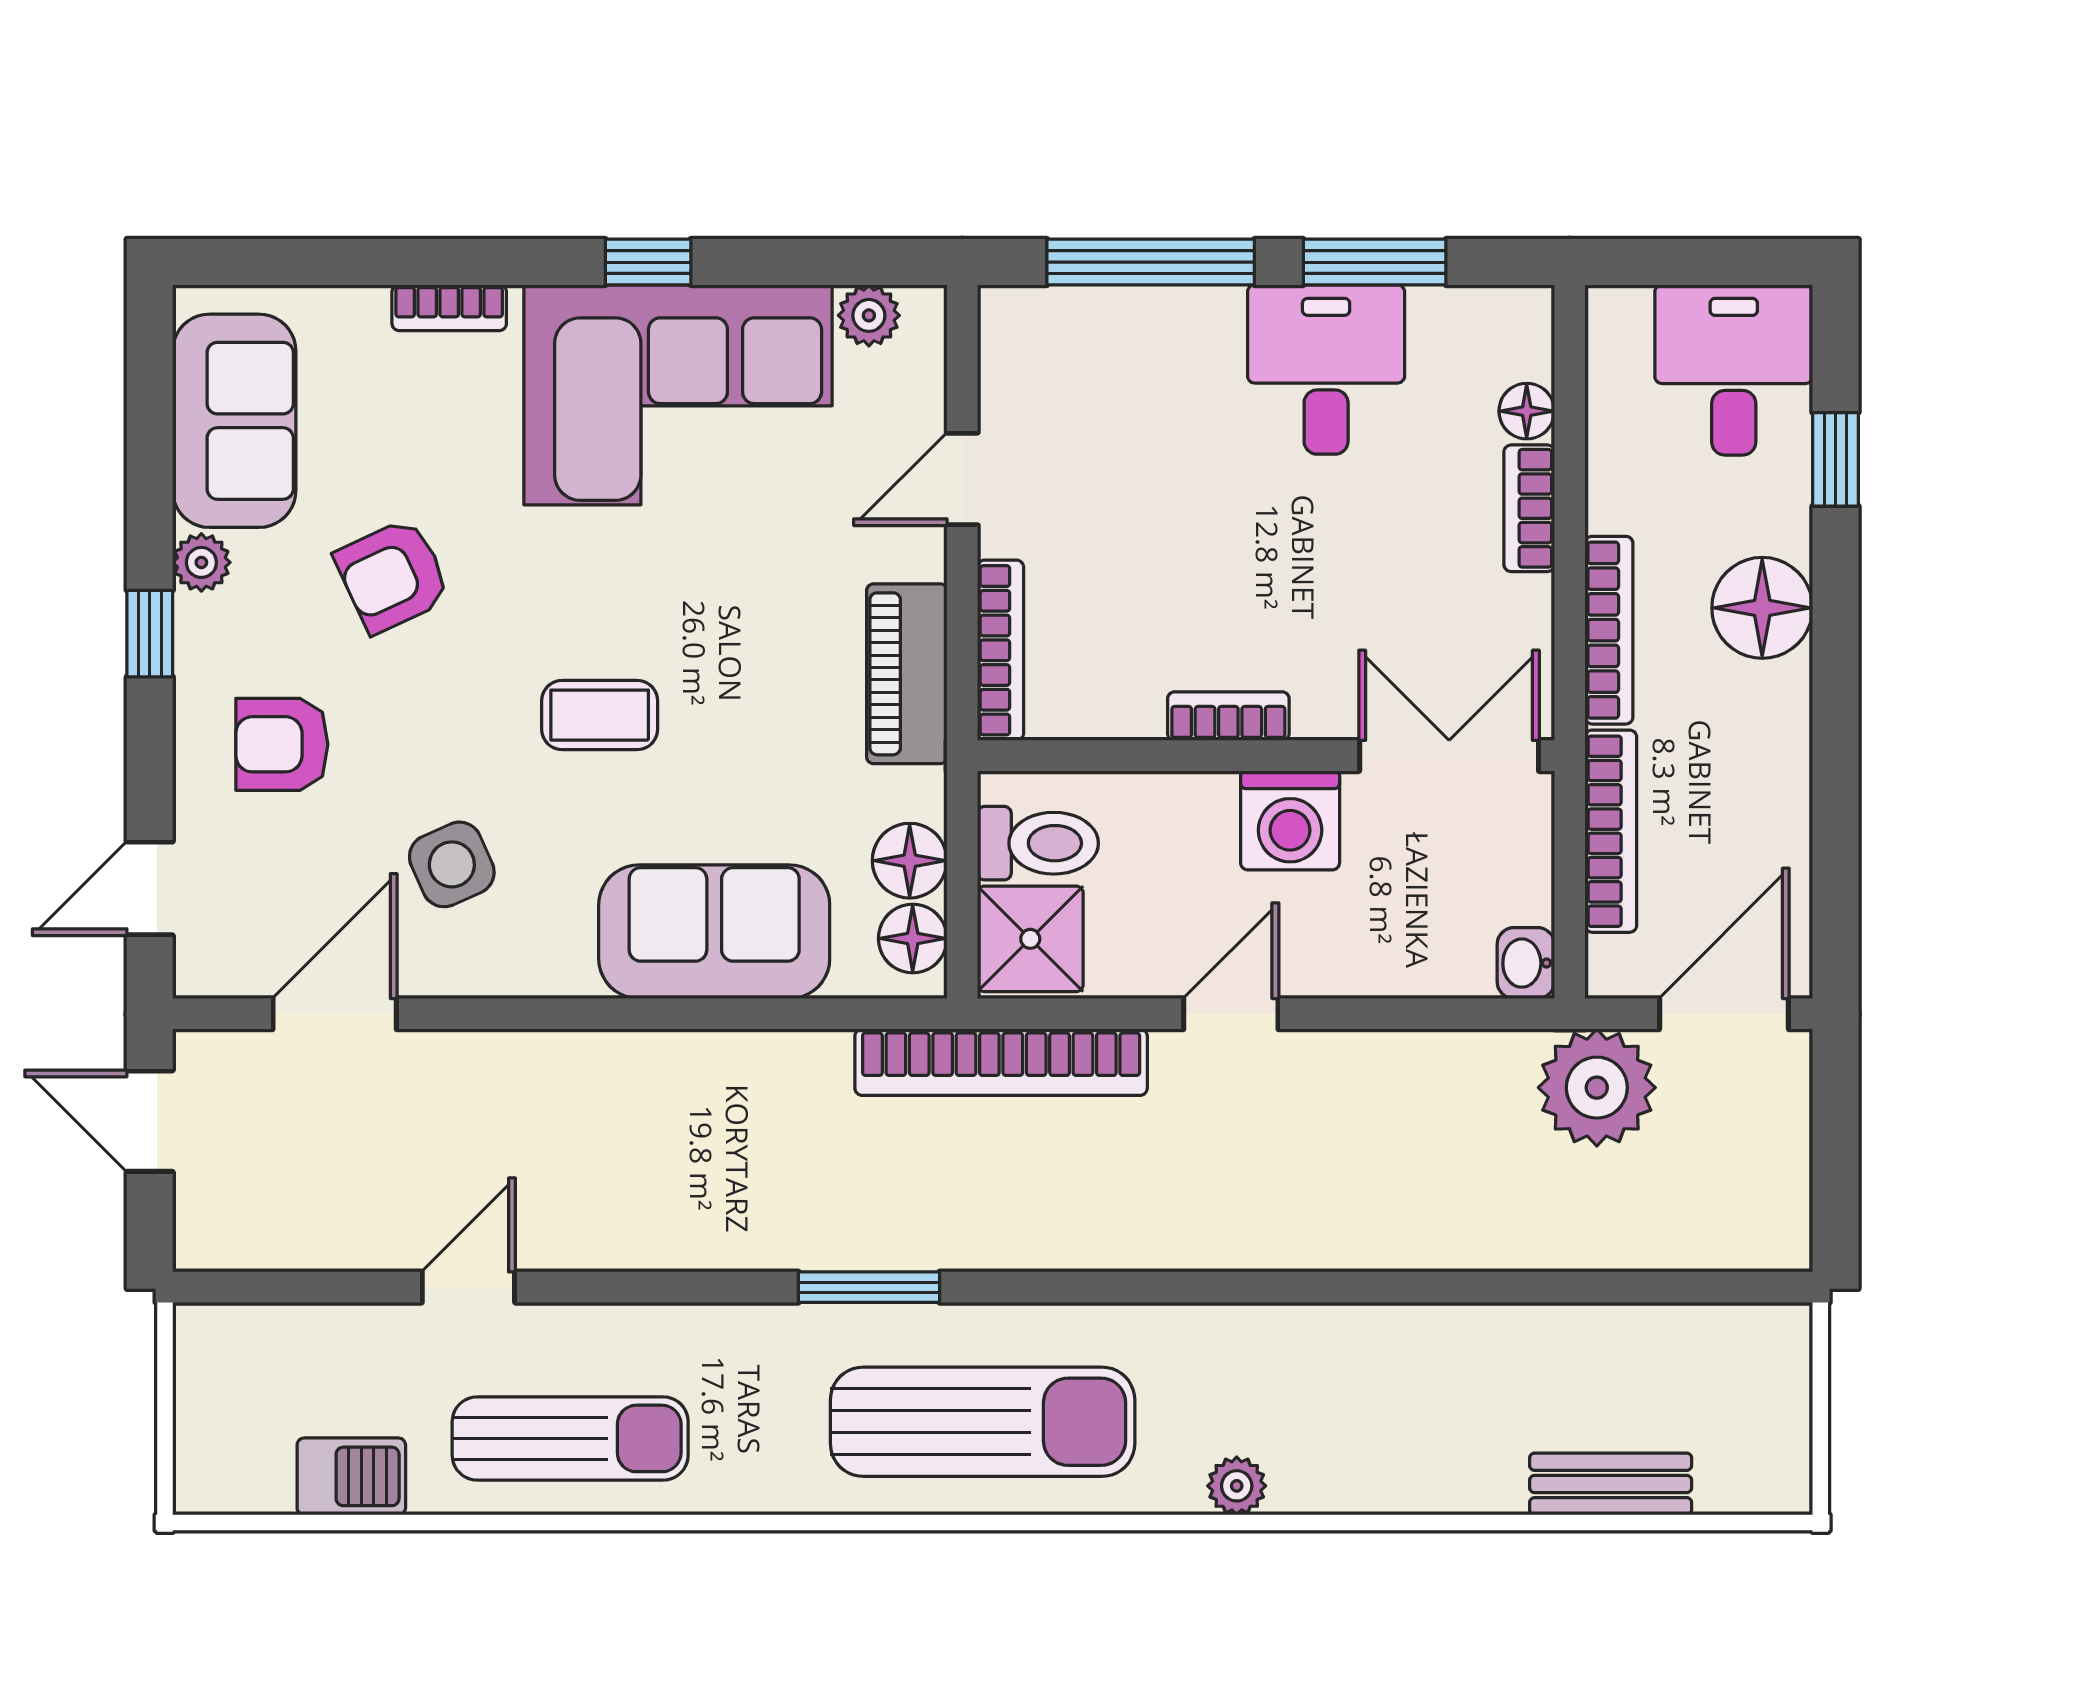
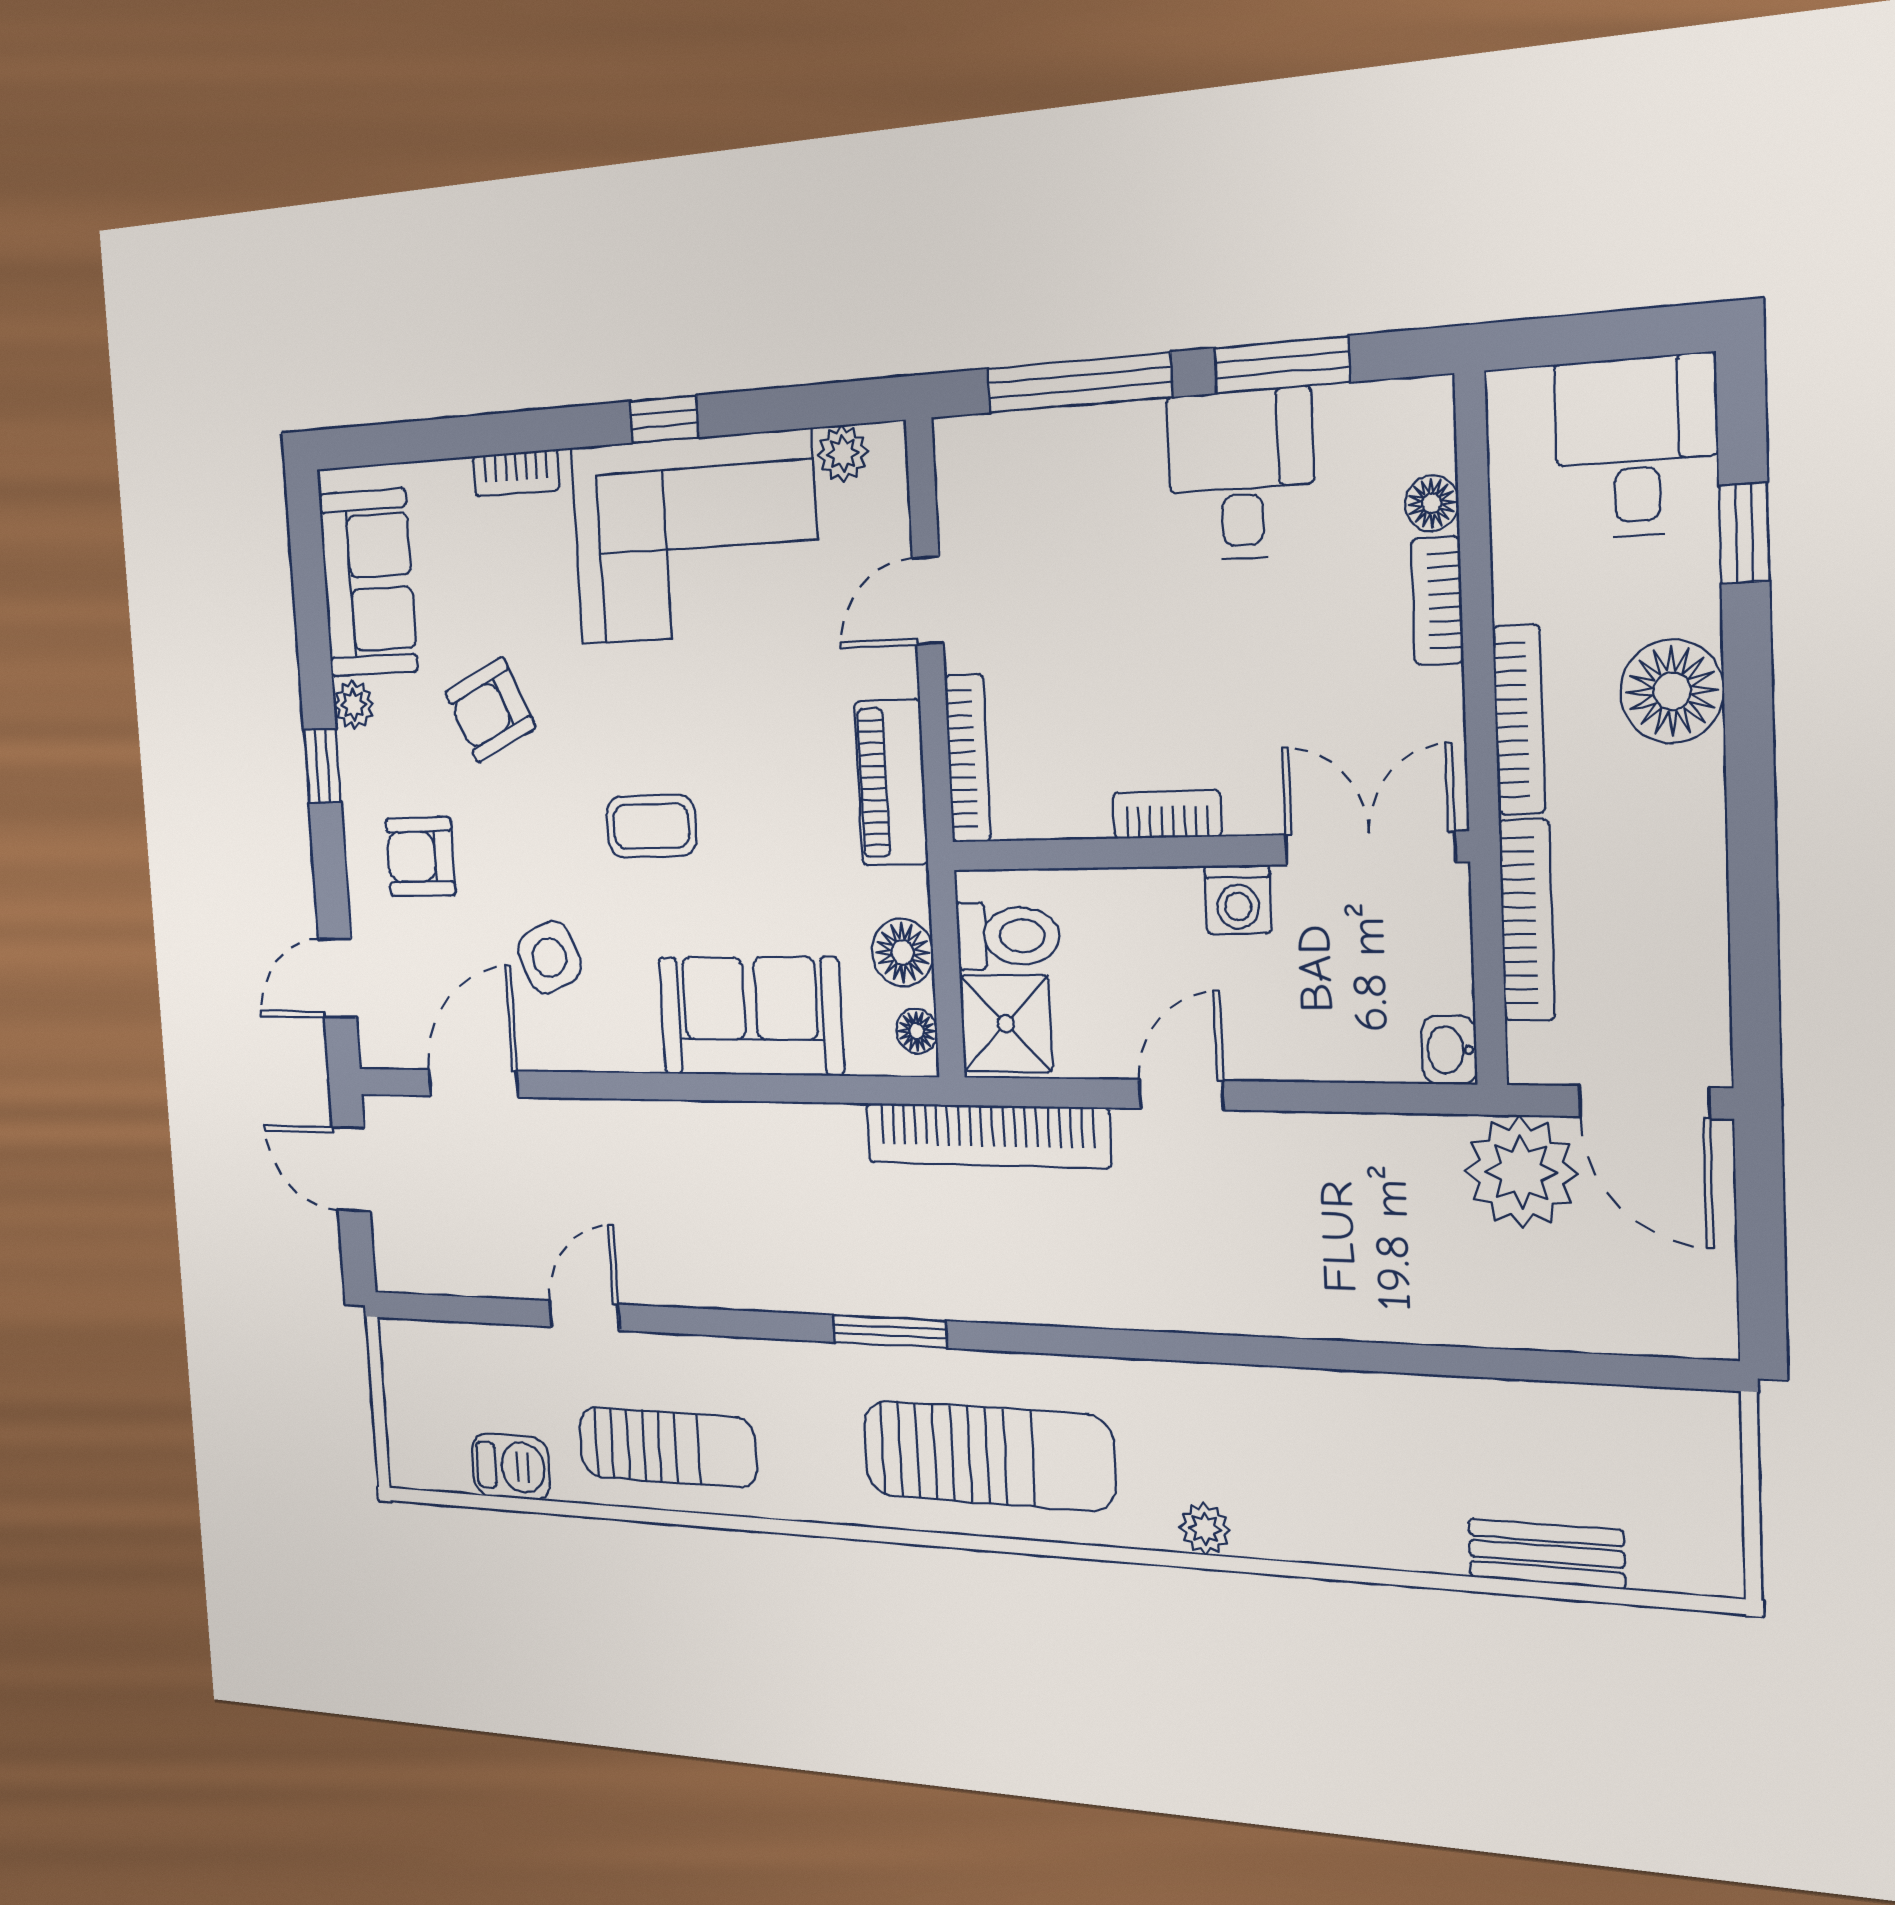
washing machine: (1290, 820) -> (1238, 900), width x0.73, depth x0.73
floor lamp: (913, 938) -> (917, 1031), width x0.73, depth x0.73
door: (1724, 1014) -> (1644, 1102), swing flipped

